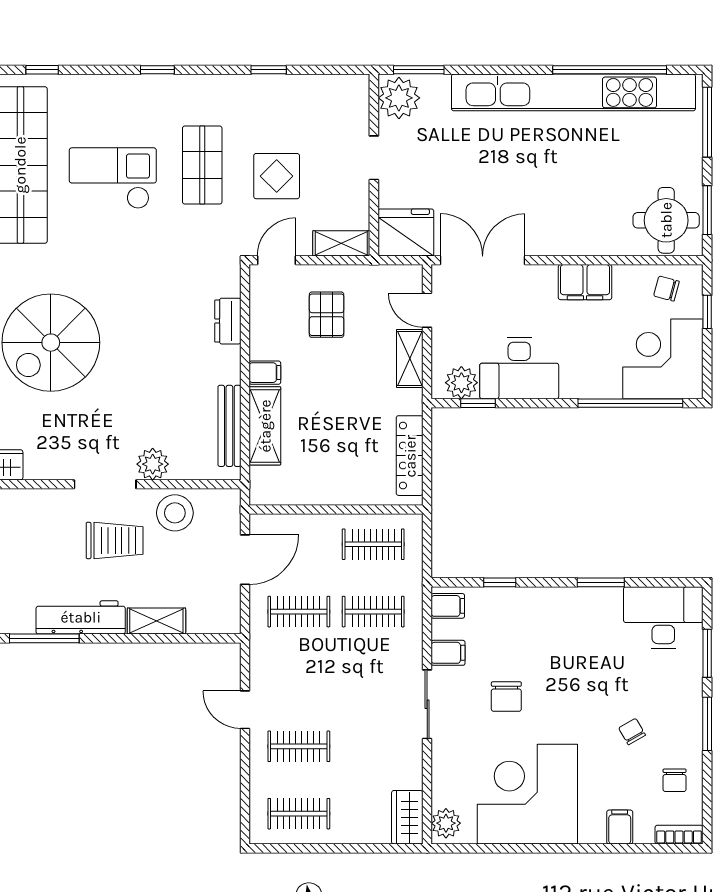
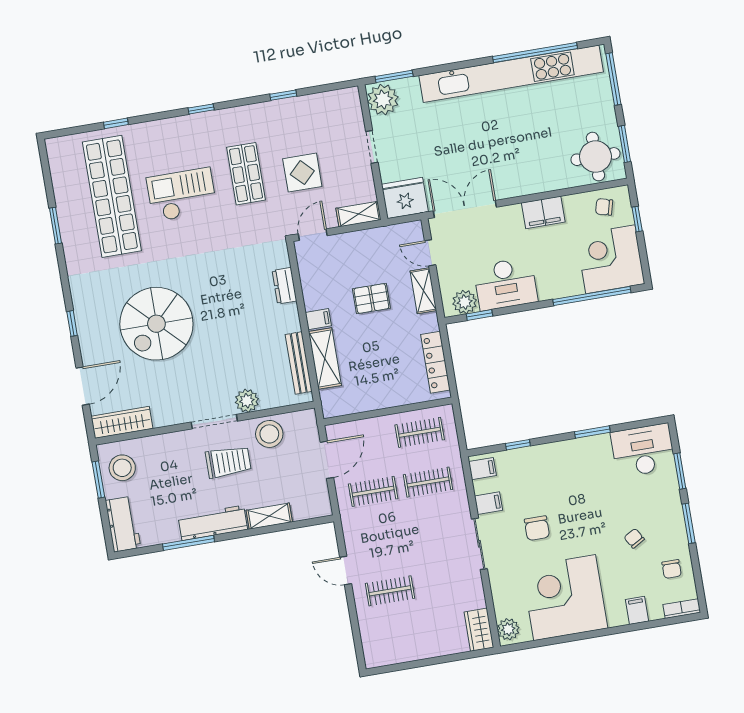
pallet: (327, 315) -> (371, 299), moved, turned 90
clothes rail: (299, 814) -> (398, 641), removed

